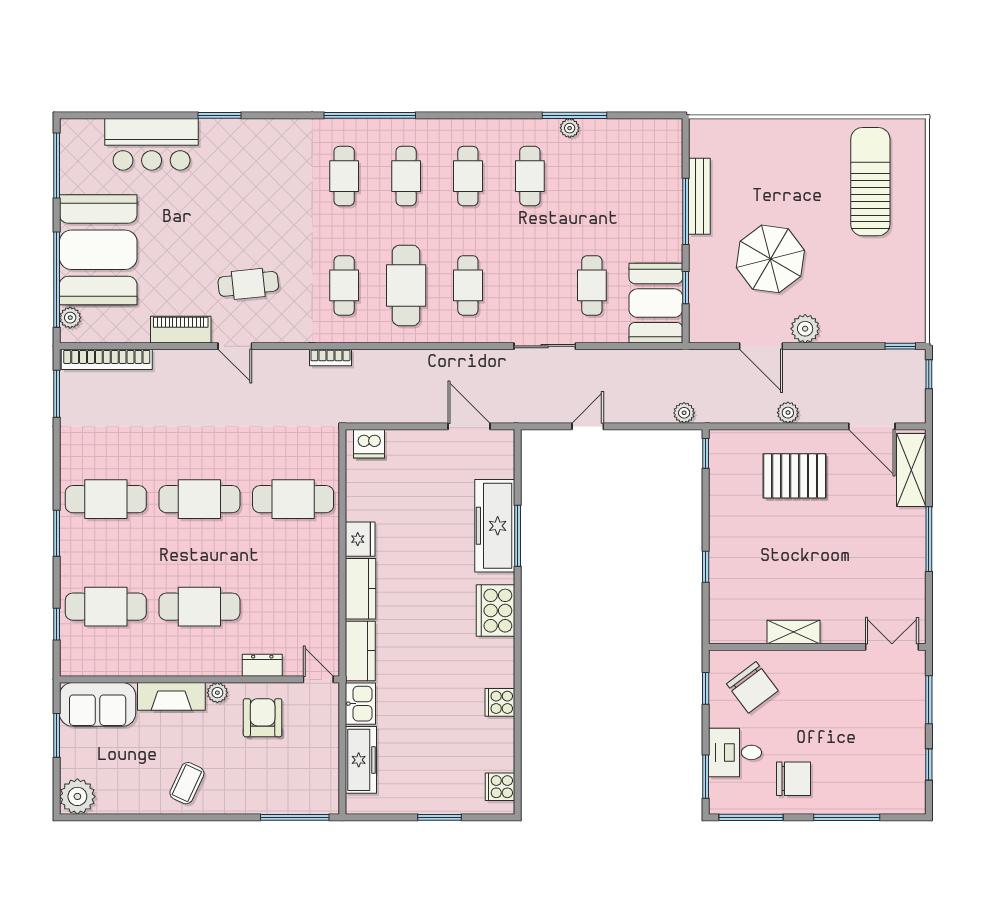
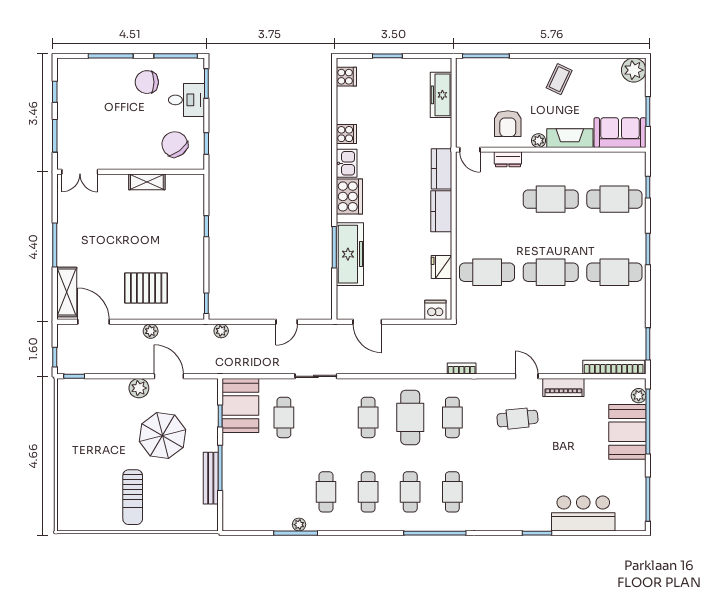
sun lounger: (870, 182) -> (133, 497), moved, width x0.73, depth x0.75
booth: (98, 250) -> (627, 432), width x0.73, depth x0.70
fridge: (360, 539) -> (441, 267), moved
kitchen sink: (360, 704) -> (347, 163), moved, turned 180

